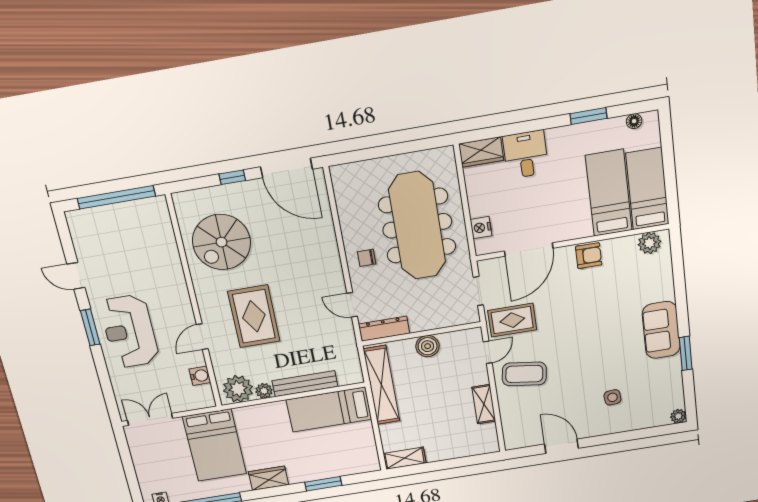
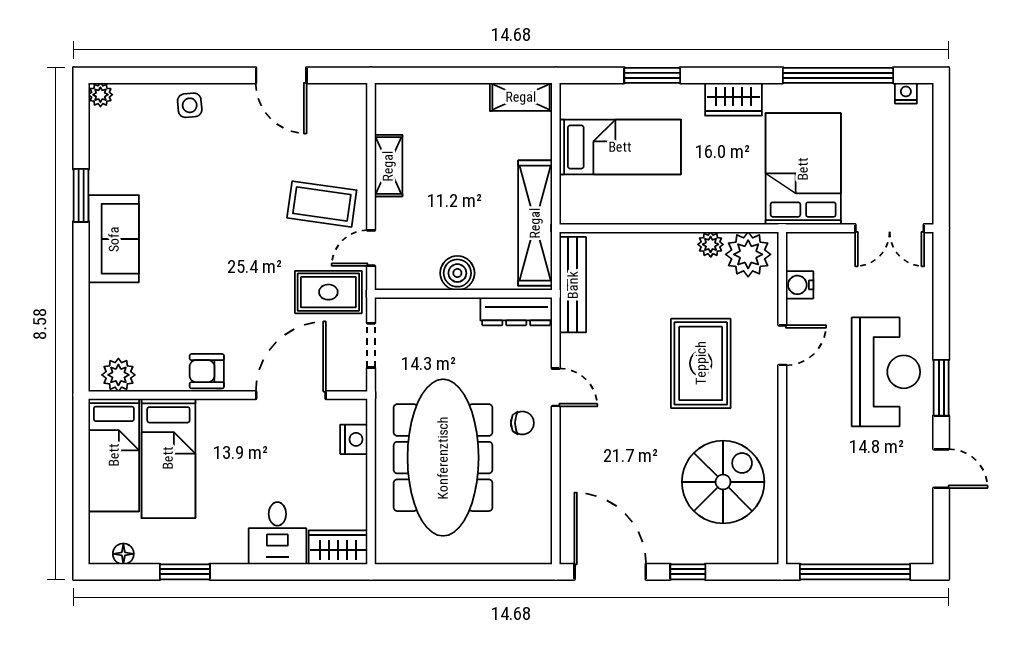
door: (352, 305) -> (556, 387), moved
bench: (305, 384) -> (573, 285), moved, turned 90
side table: (612, 397) -> (190, 105), moved
bed: (329, 410) -> (620, 147), moved

